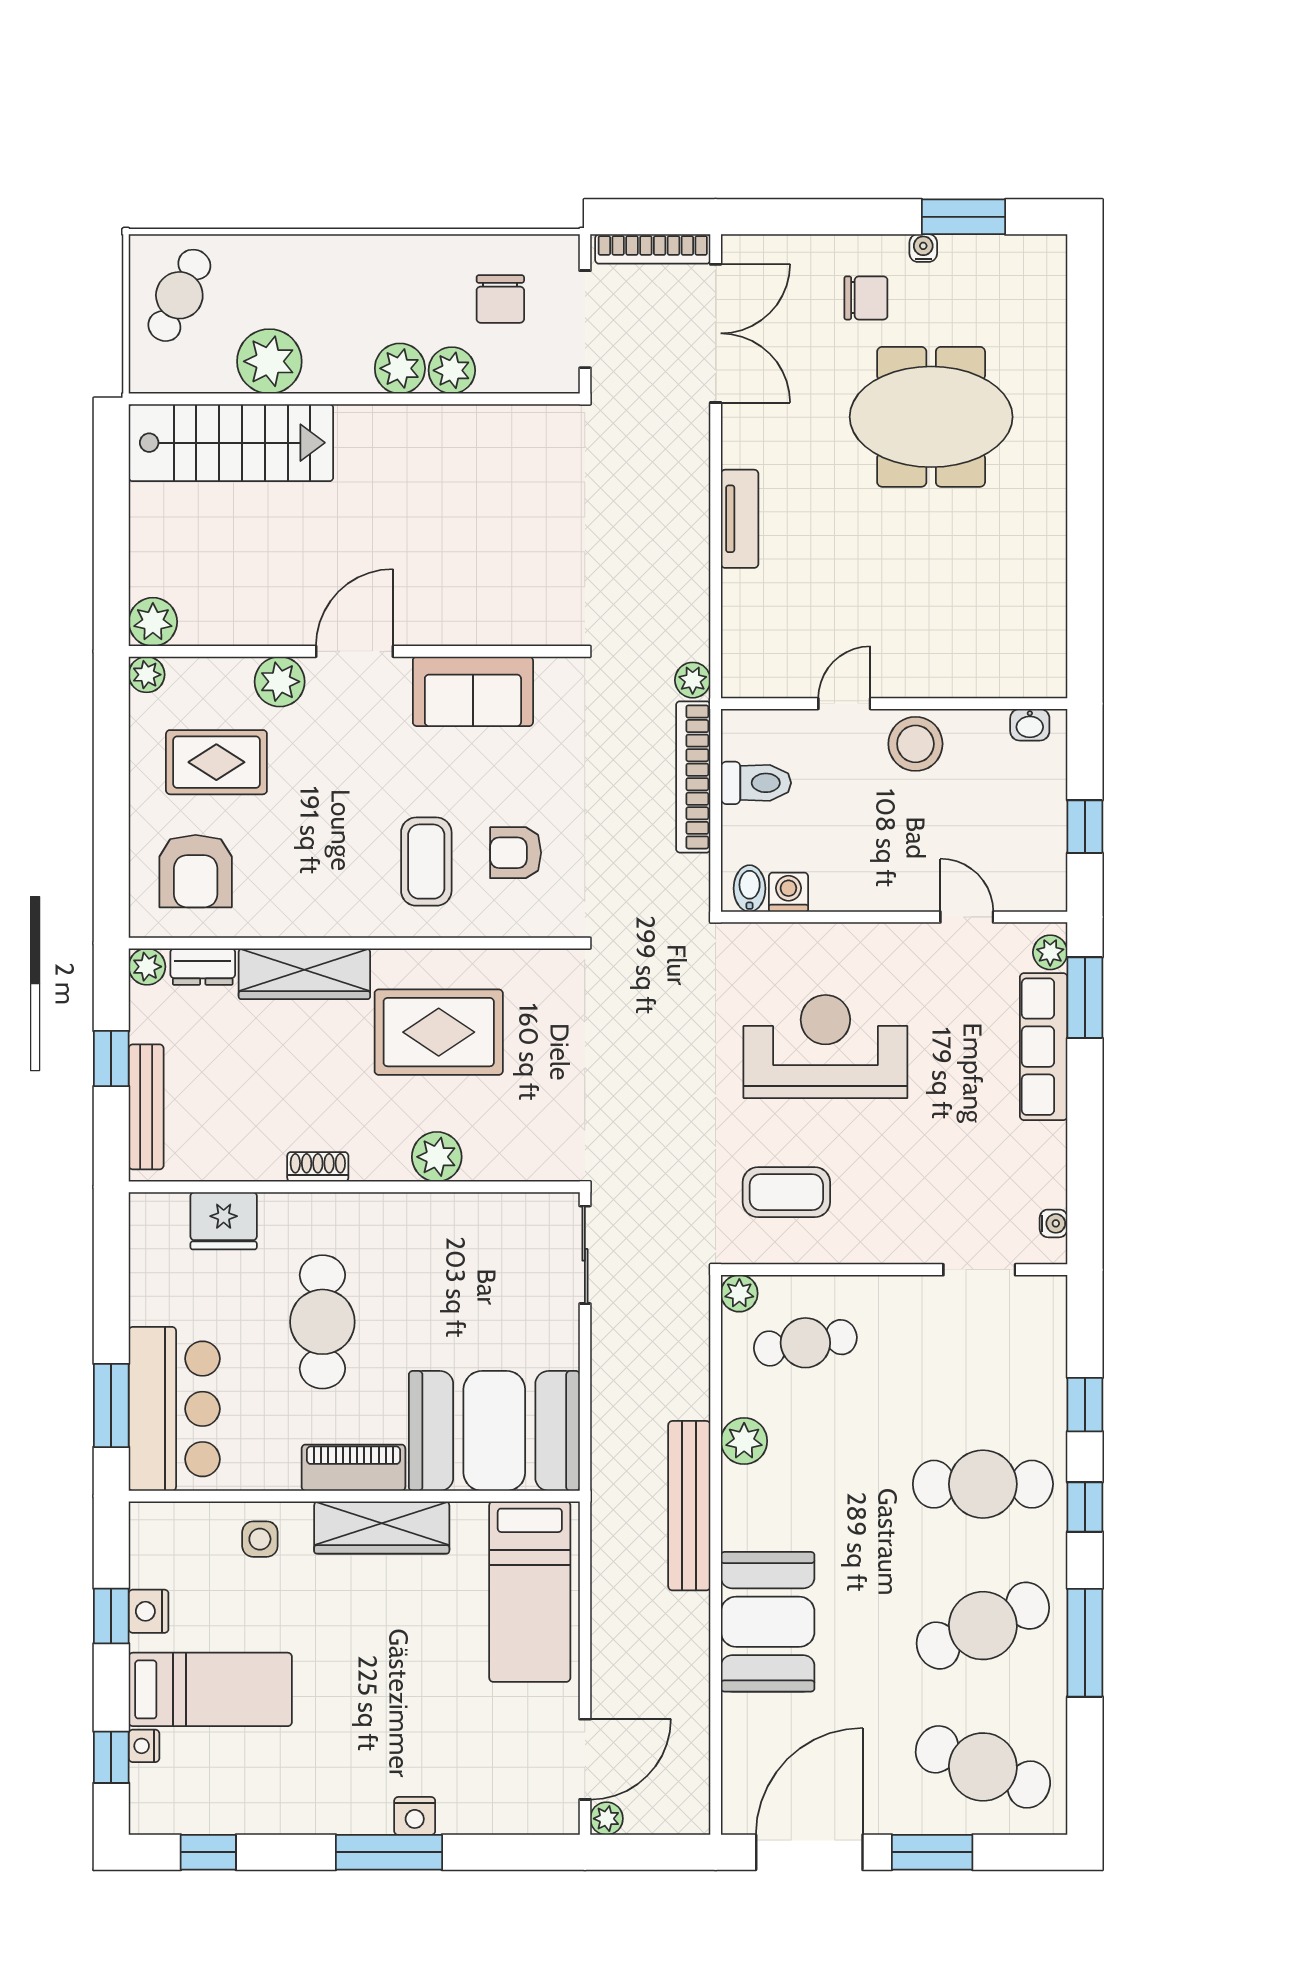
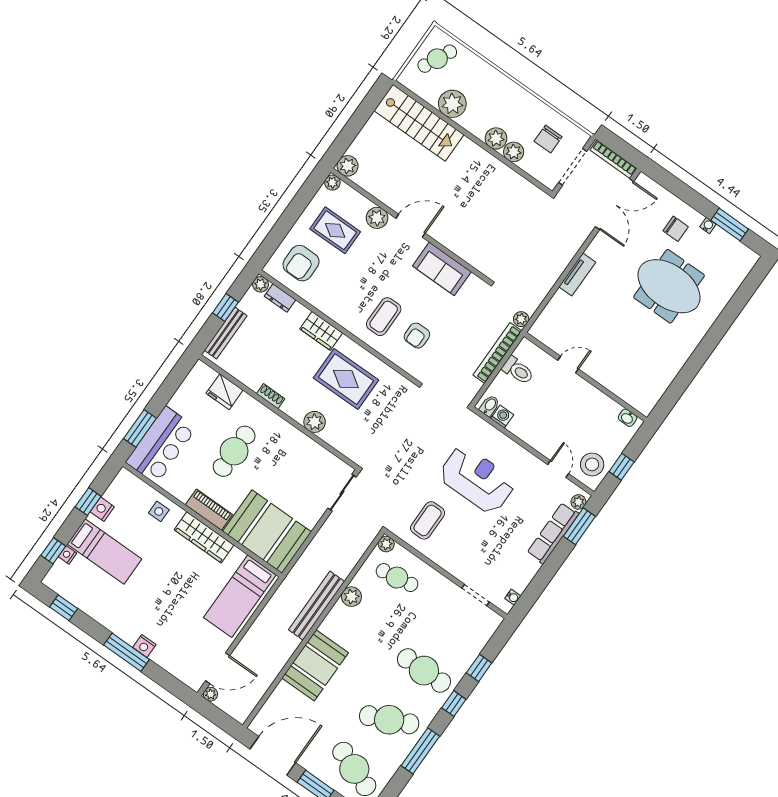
stool: (915, 744) -> (592, 464), moved
armchair: (516, 853) -> (417, 336), turned -90
wardrobe: (304, 974) -> (321, 331), width x0.67
coffee table: (786, 1192) -> (428, 520), turned 90

